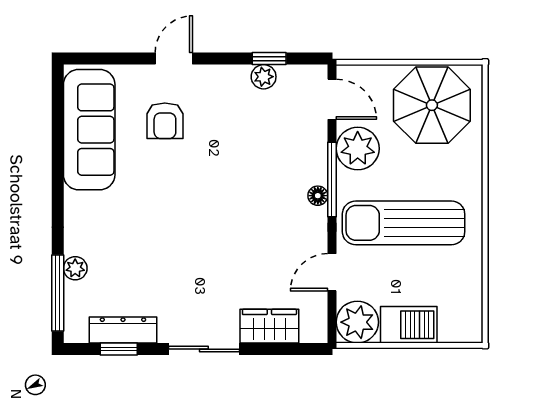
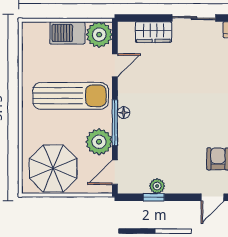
door: (332, 99) -> (115, 172), hinge flipped

